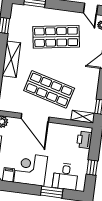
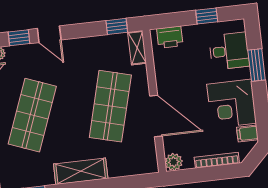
shop shelf: (56, 37) -> (32, 115), turned 30
door: (35, 118) -> (156, 116), hinge flipped

